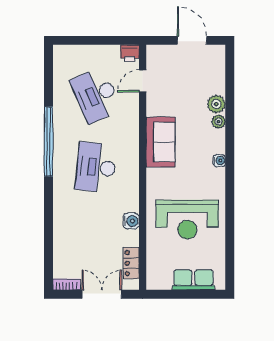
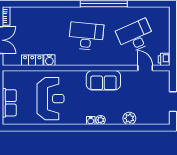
plant: (219, 122) -> (101, 120), moved
reception desk: (187, 219) -> (50, 99), turned 180
locker: (131, 263) -> (32, 60), moved

